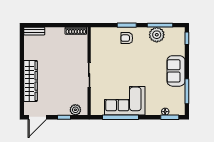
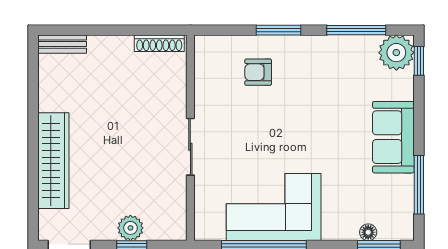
plant: (157, 35) -> (396, 53), moved
armchair: (127, 38) -> (258, 72), moved
plant: (75, 110) -> (130, 228), moved

